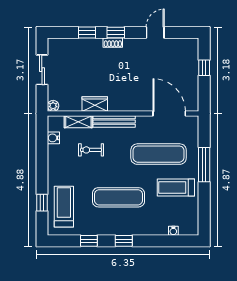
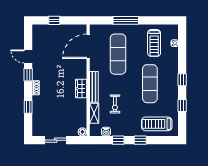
window: (116, 32) -> (28, 75), moved
wardrobe: (95, 104) -> (81, 89), moved
window: (42, 154) -> (118, 140), added
treadmill: (176, 187) -> (154, 43), moved
window: (42, 203) -> (140, 140), moved

